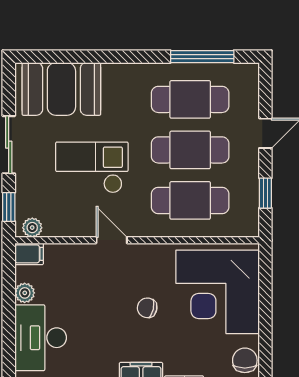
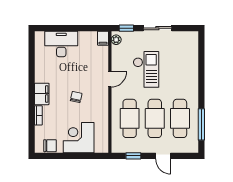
booth: (61, 89) -> (185, 54), removed
corner desk: (218, 292) -> (79, 138), width x0.74, depth x0.74
plant: (25, 293) -> (84, 36), removed

